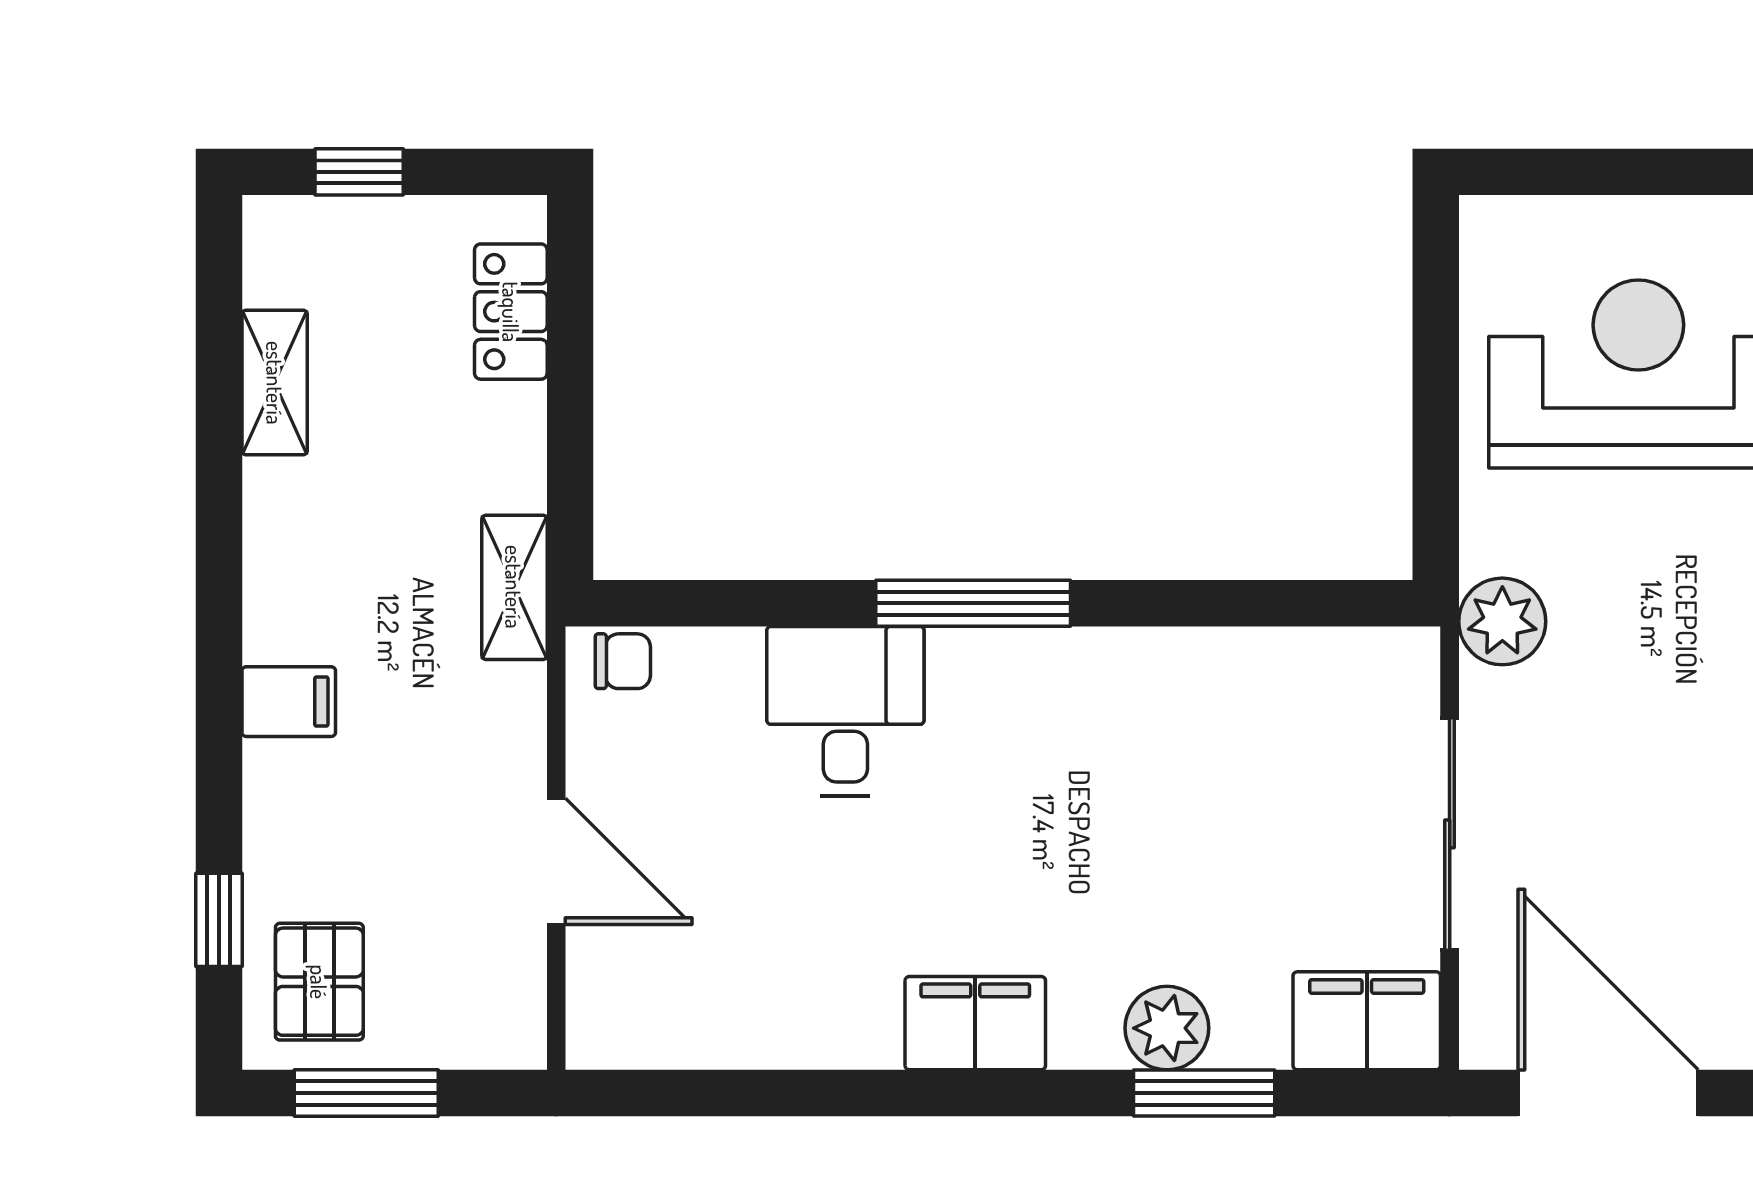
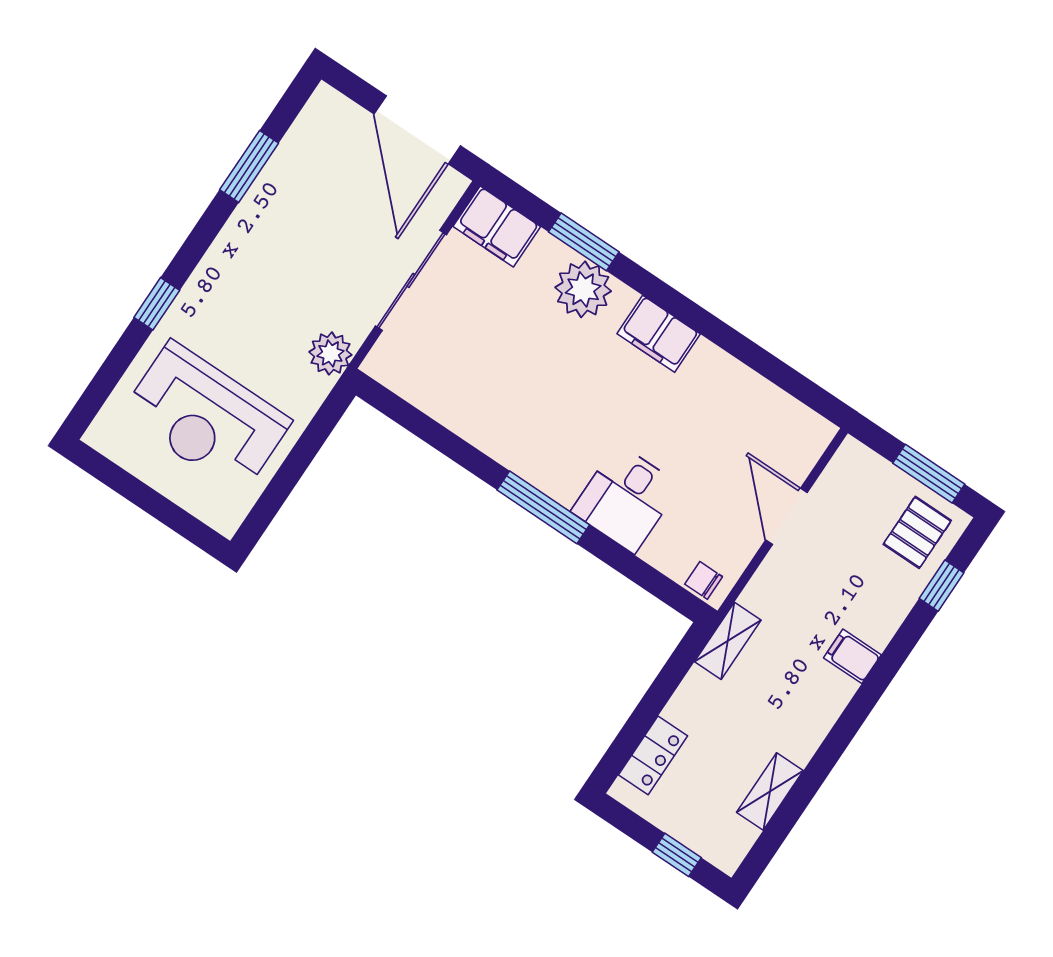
plant: (1167, 1028) -> (583, 289), width x1.36, depth x1.36

